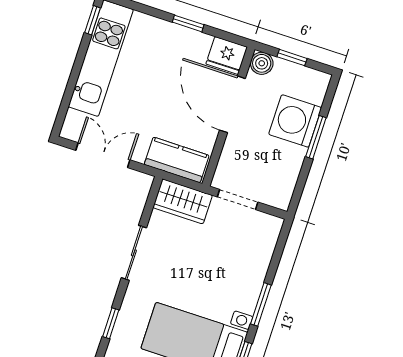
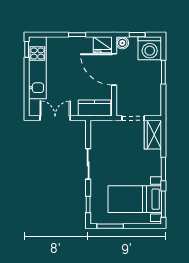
washing machine: (295, 121) -> (150, 48), moved, turned -90
wardrobe: (183, 201) -> (153, 135), moved, turned 90

